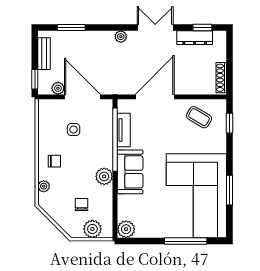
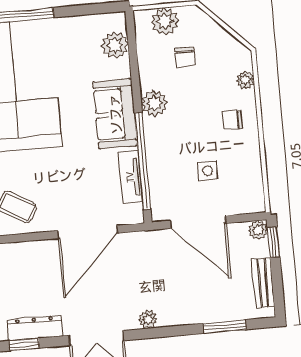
plant: (58, 88) -> (258, 230), moved
plant: (126, 229) -> (115, 45), moved

